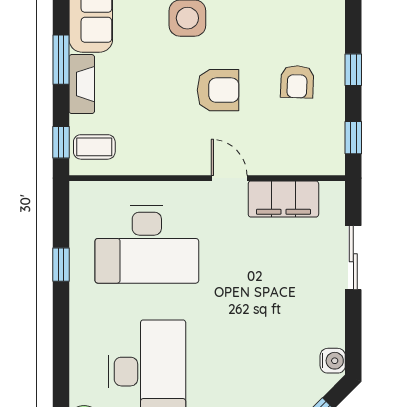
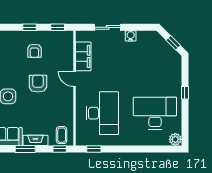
armchair: (297, 82) -> (34, 51), turned 88
door: (229, 178) -> (75, 79), hinge flipped
window: (61, 265) -> (94, 149), moved
water cooler: (333, 361) -> (131, 36), moved

